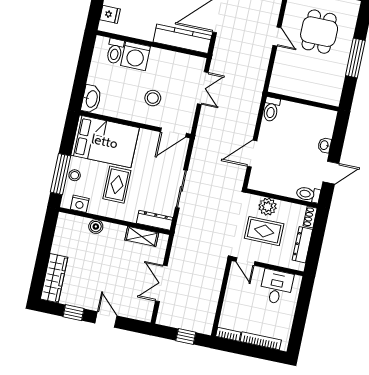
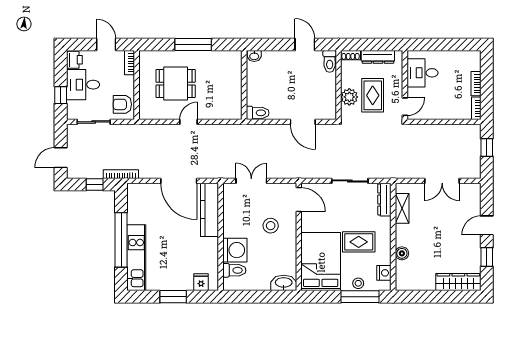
washbasin: (324, 145) -> (254, 56), moved
bookcase: (261, 341) -> (476, 84), width x0.64

